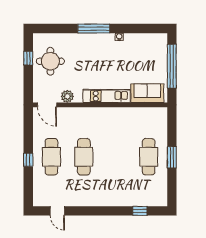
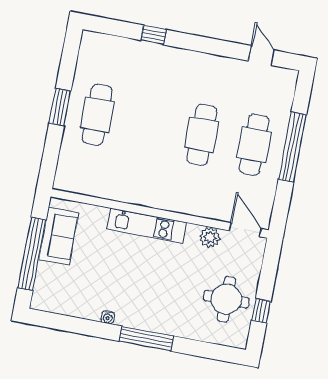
sofa: (147, 93) -> (59, 236), moved, turned -90
window: (28, 160) -> (292, 147), width x3.17
window: (140, 211) -> (154, 35), moved

